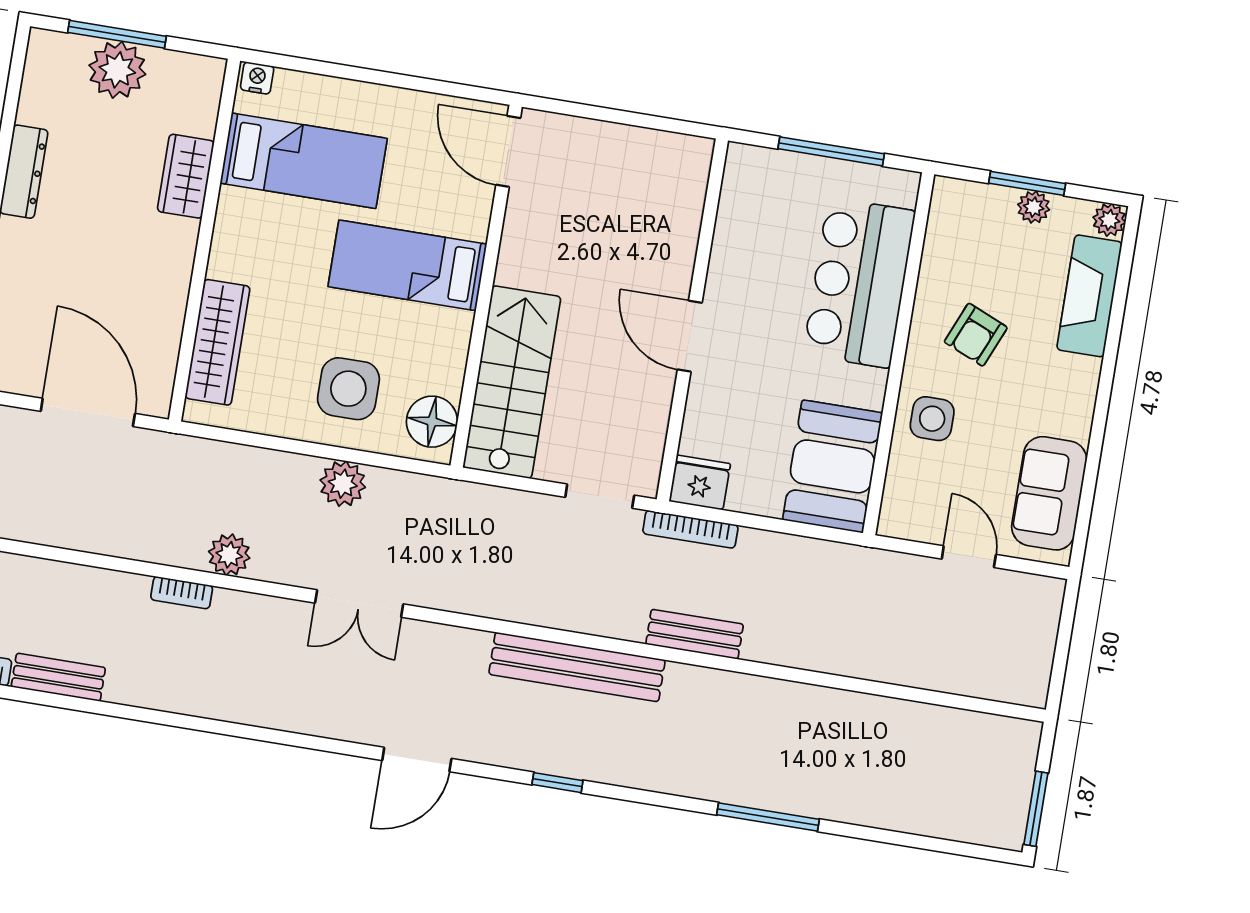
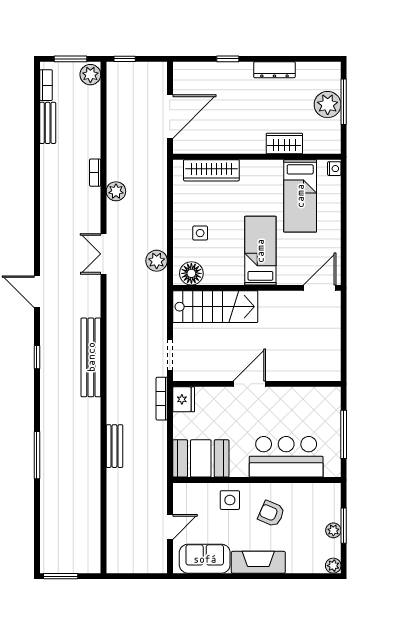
fireplace: (1089, 296) -> (258, 562), moved
side table: (348, 389) -> (200, 233), width x0.54, depth x0.54
plant: (343, 484) -> (157, 261), moved
bench: (695, 634) -> (114, 446), moved

